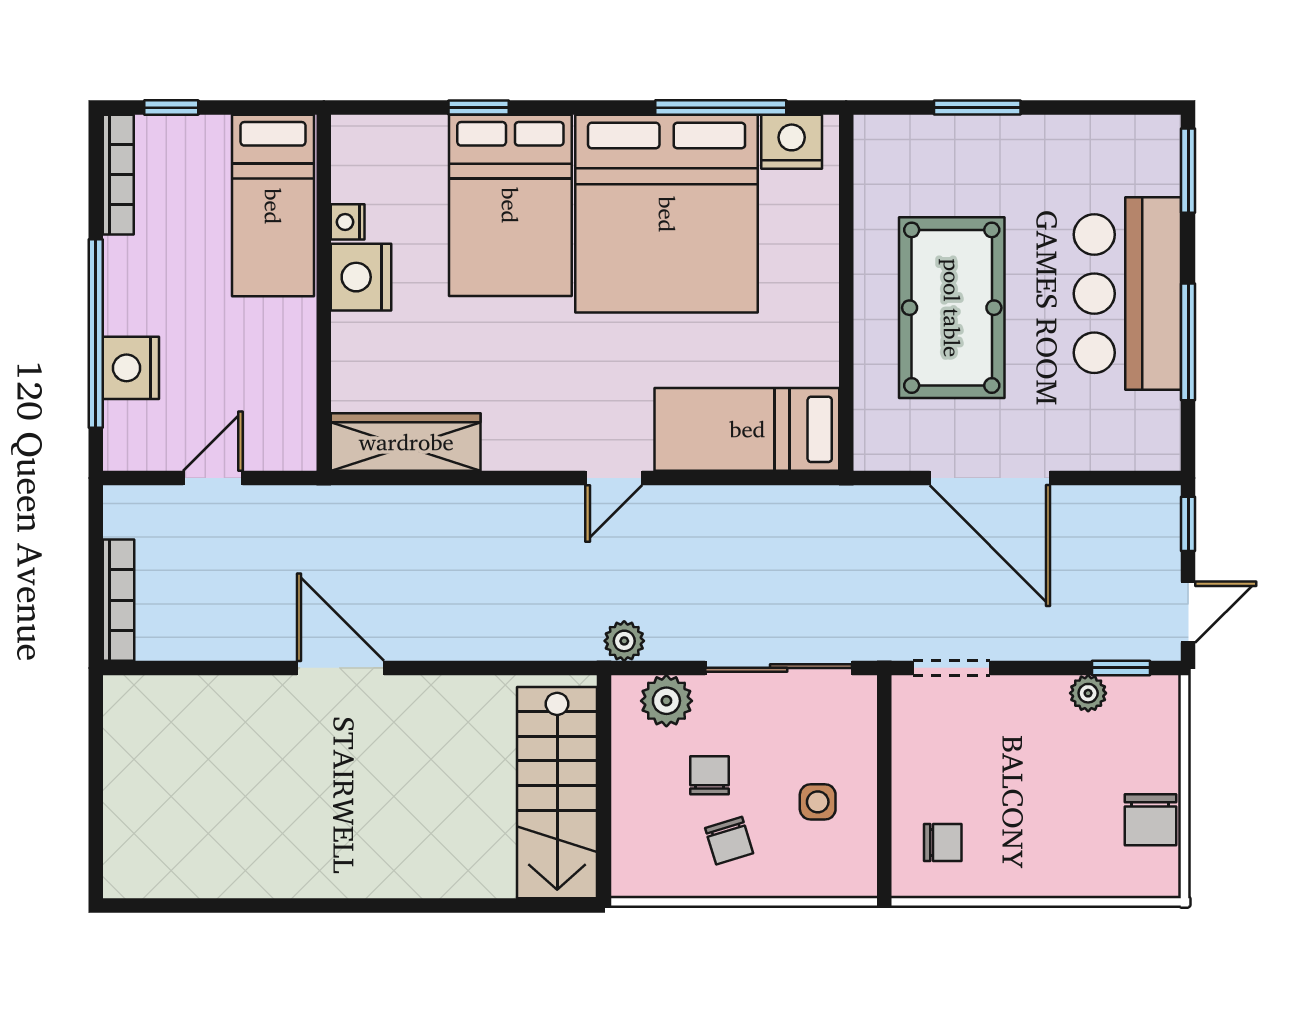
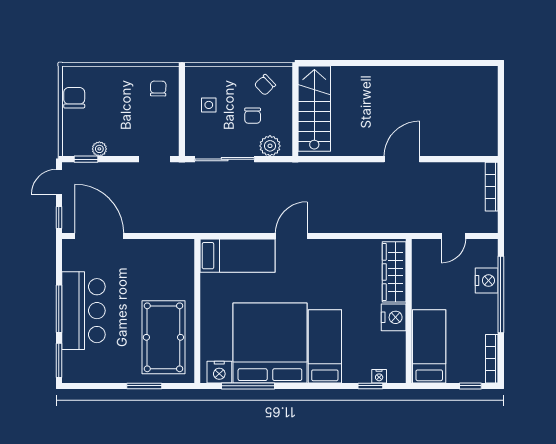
window: (479, 108) -> (370, 386), moved
bed: (510, 205) -> (325, 346), width x0.67
nightstand: (348, 222) -> (379, 376), moved, turned 90
pool table: (952, 308) -> (163, 337), moved
window: (1188, 342) -> (59, 309), moved
wardrobe: (406, 442) -> (394, 272), moved, turned 90
door: (614, 478) -> (291, 236), width x1.38
door: (990, 478) -> (99, 236), moved
plant: (624, 641) -> (287, 170), removed
door: (340, 668) -> (402, 159), swing flipped
chair: (729, 841) -> (265, 85), moved, turned -117
chair: (943, 842) -> (158, 89), turned 91

